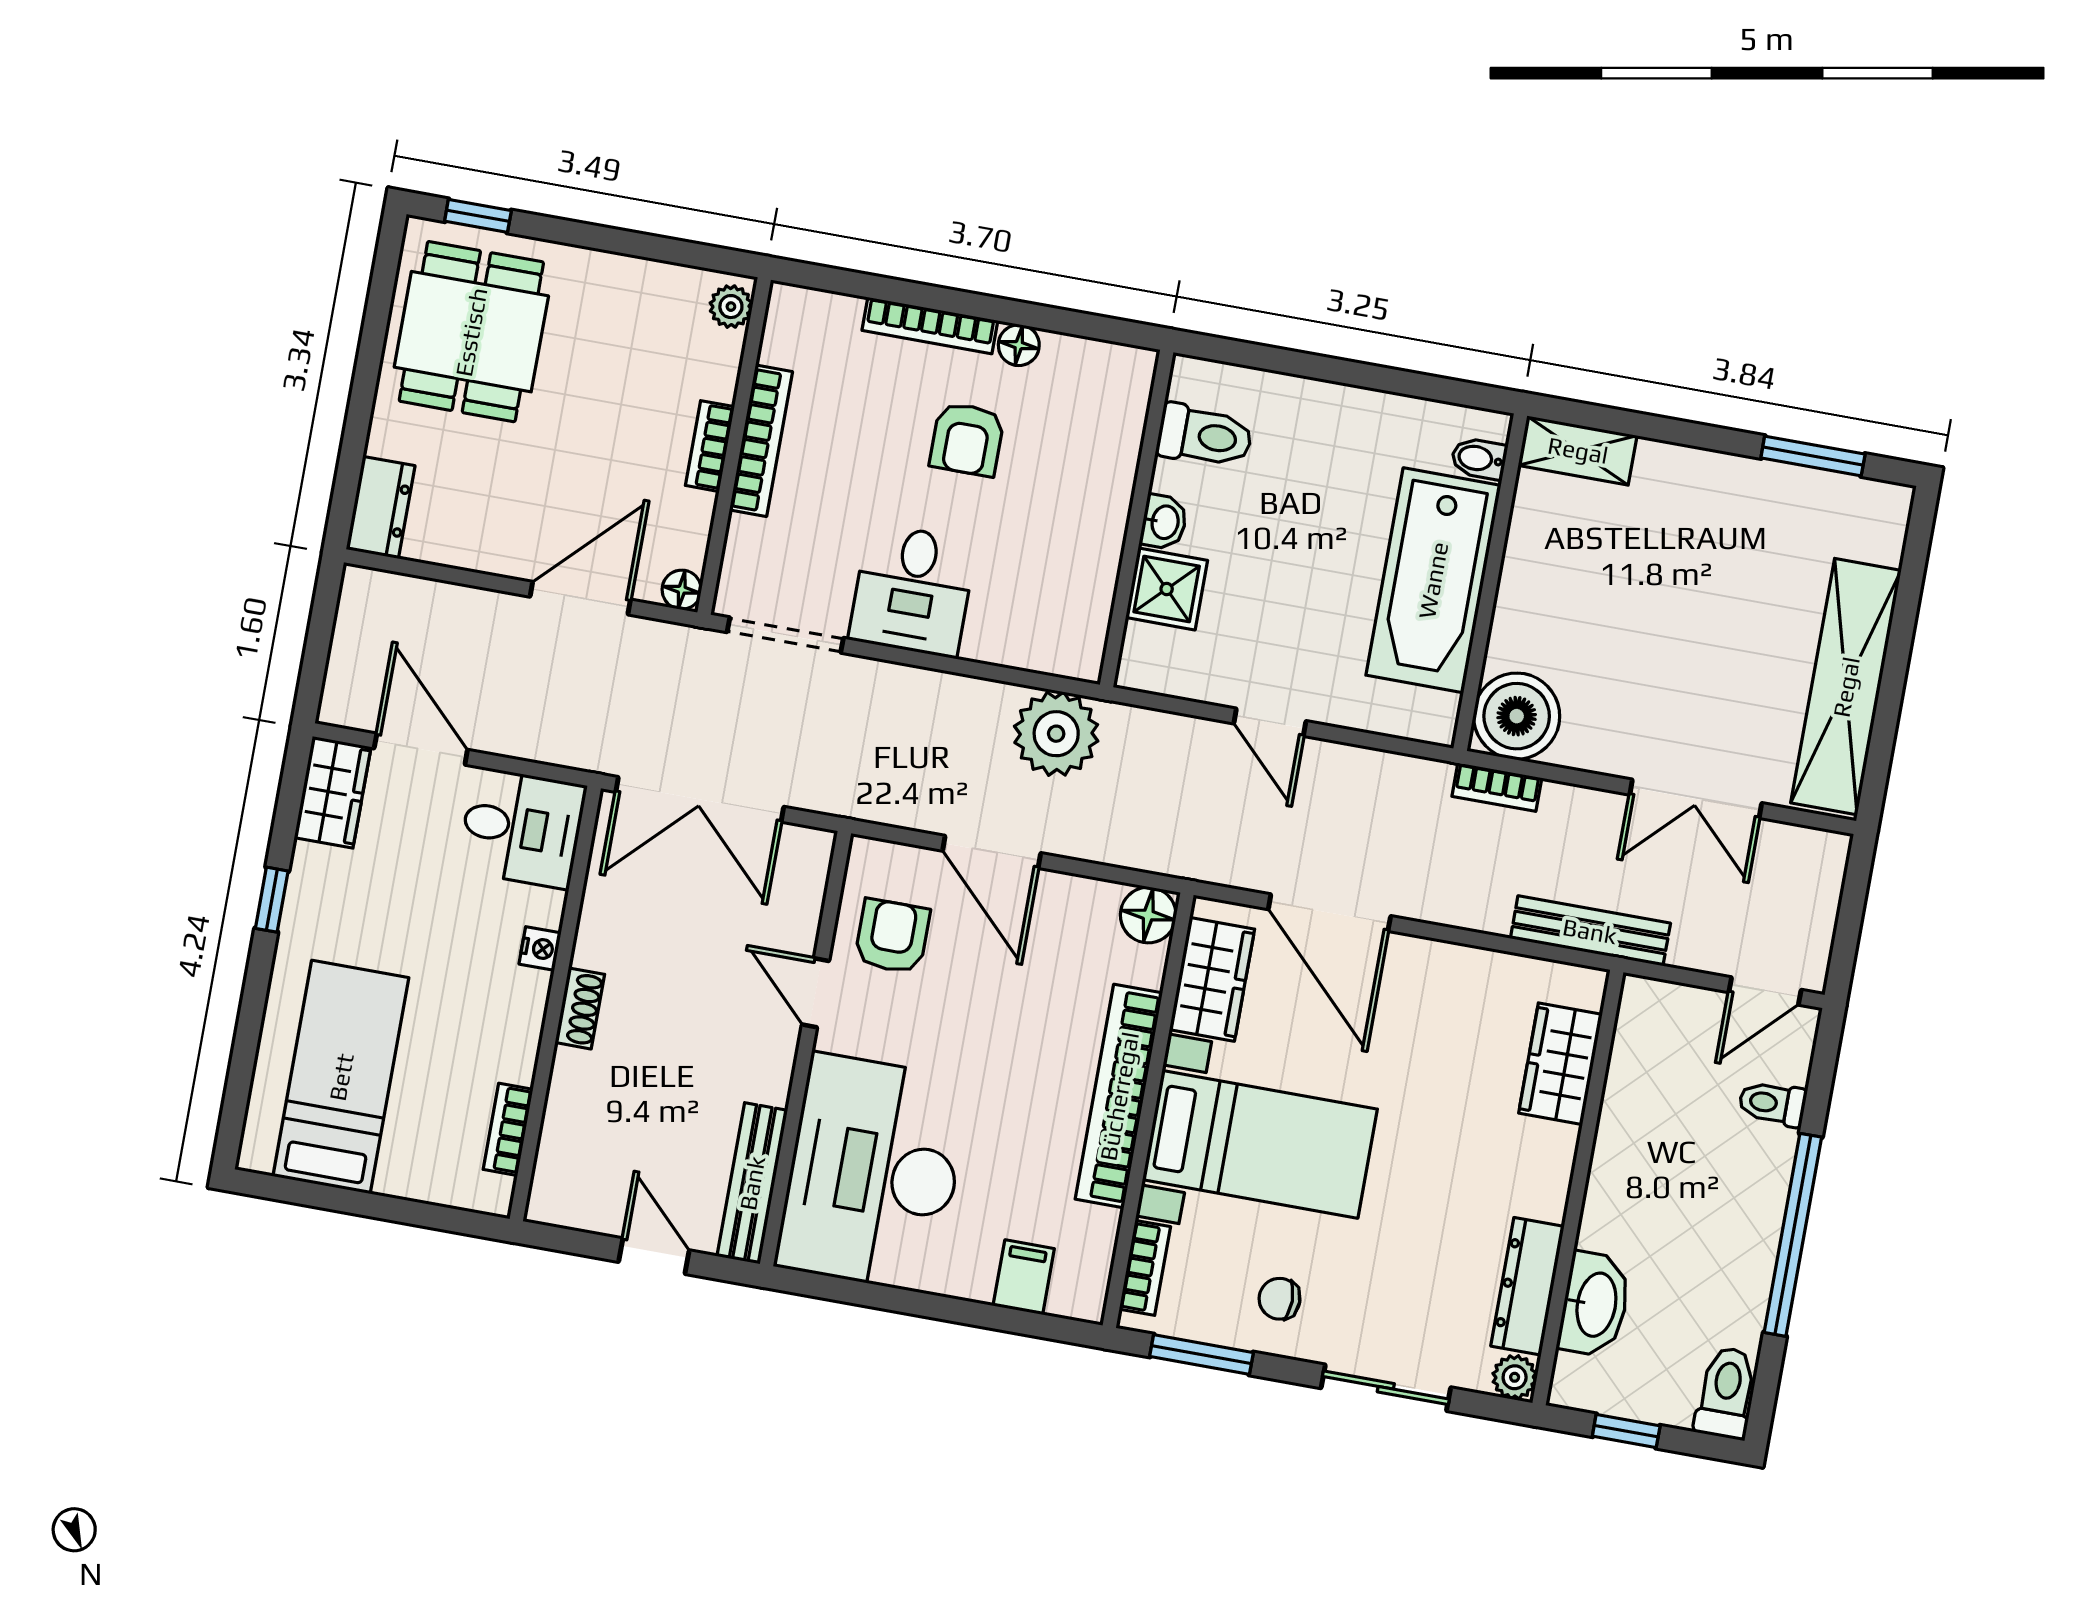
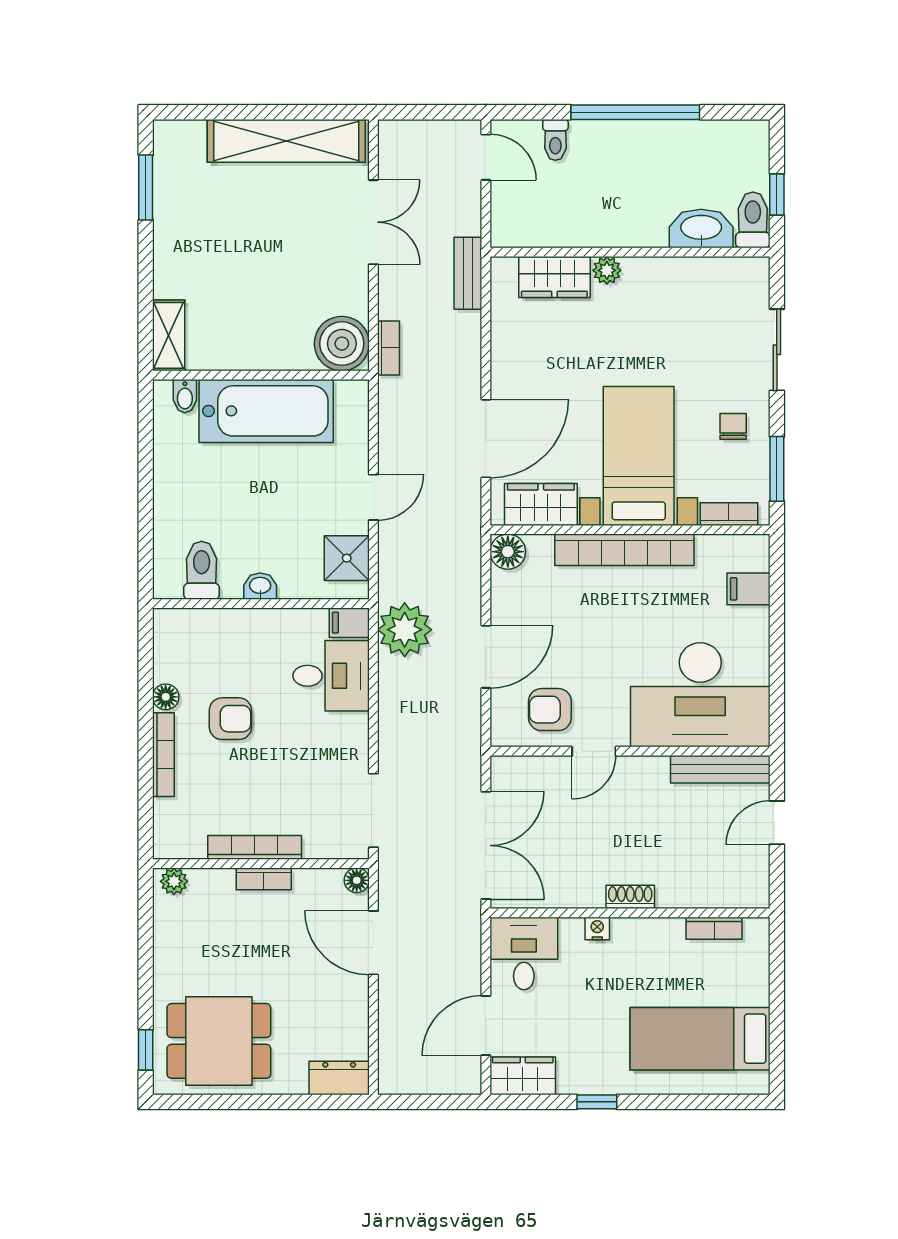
shower: (1167, 589) -> (347, 558), moved
desk: (913, 590) -> (331, 676), moved
filing cabinet: (1082, 650) -> (349, 623), added
bench: (1590, 931) -> (468, 273), width x0.73
dresser: (1527, 1286) -> (697, 273), removed
chair: (1280, 1299) -> (733, 426), turned 180
plant: (1515, 1377) -> (607, 270), moved
toilet: (1726, 1393) -> (753, 220), moved, turned 90

